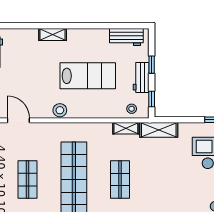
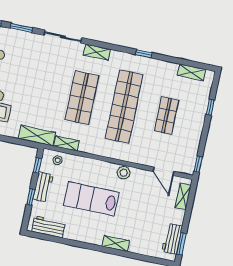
shop shelf: (120, 179) -> (82, 98), width x1.43, depth x1.36

